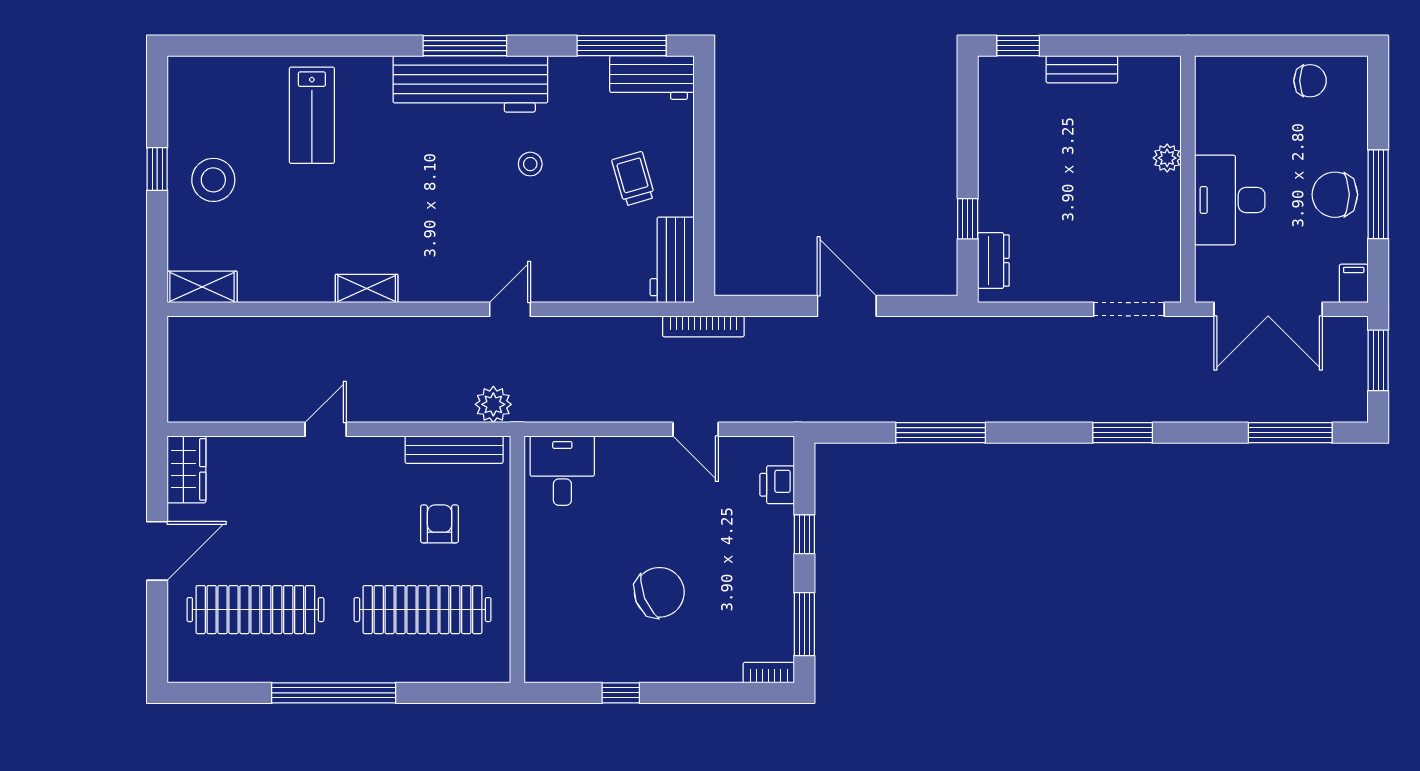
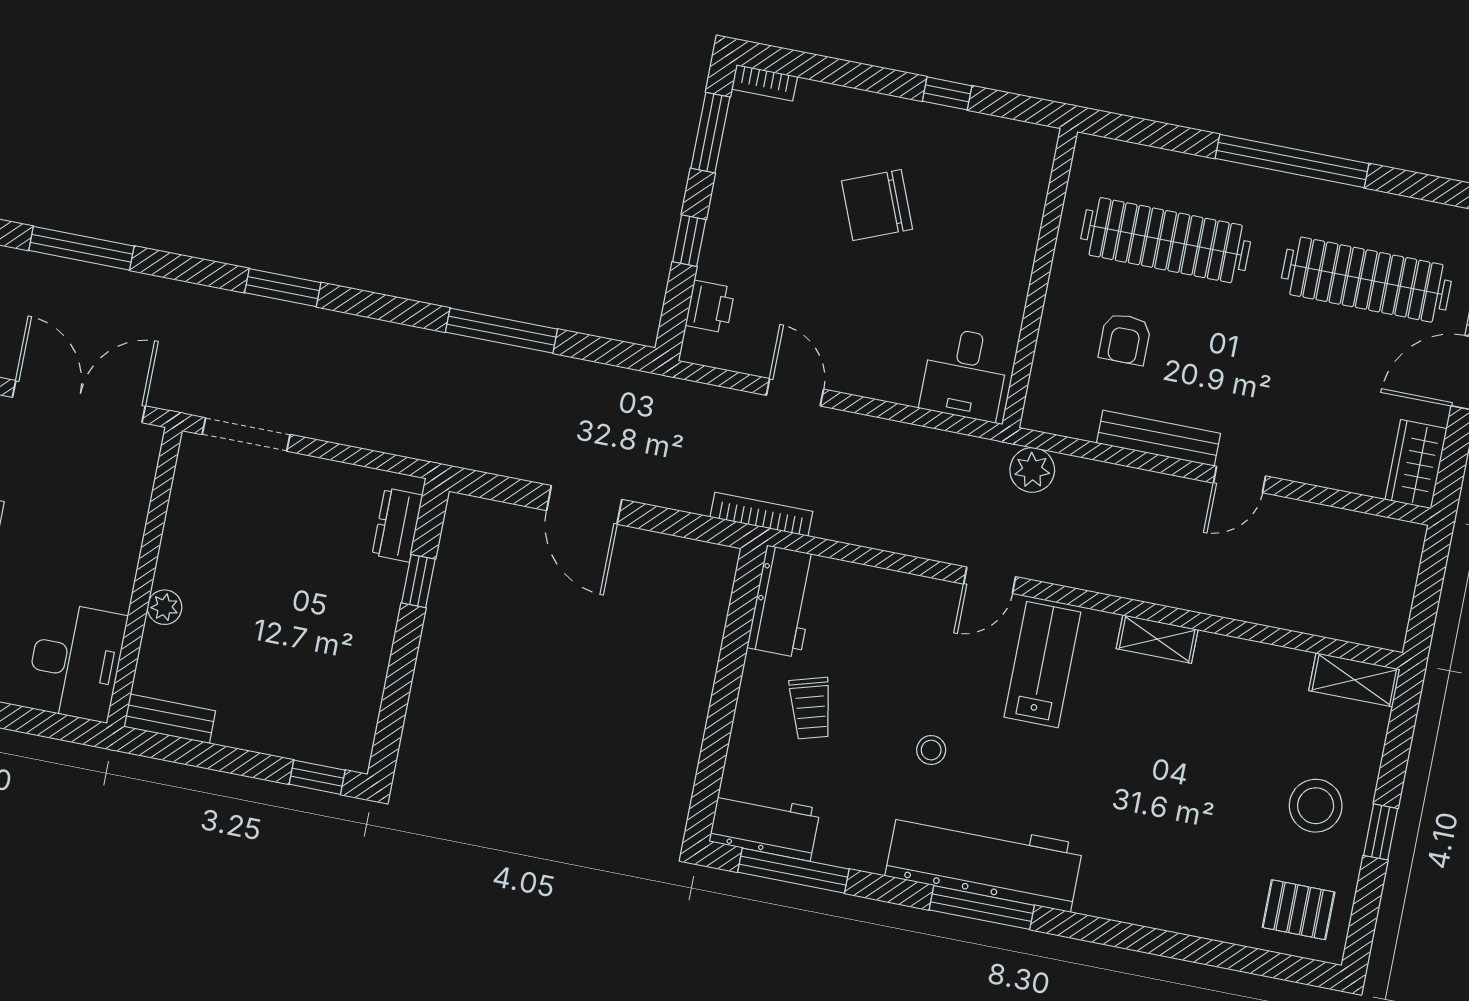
bench: (1082, 69) -> (170, 719), moved
pallet: (211, 94) -> (1299, 910), added
lab bench: (312, 115) -> (1042, 665), moved
desk: (1230, 200) -> (76, 662), moved
bench: (454, 450) -> (1159, 438), moved

